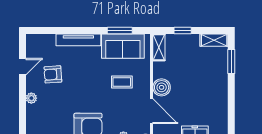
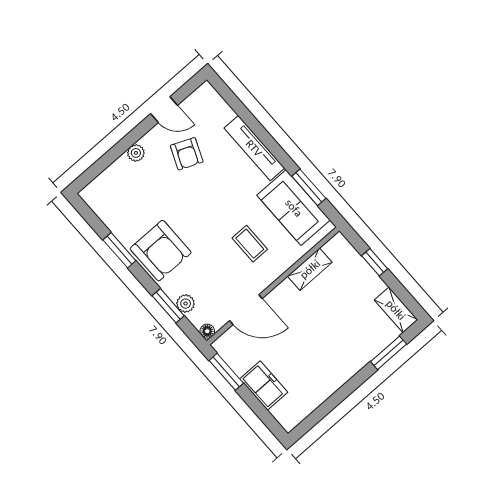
shelving: (159, 47) -> (310, 269), moved
armchair: (53, 74) -> (187, 154), turned -153
boiler: (162, 87) -> (285, 297), removed
door: (151, 111) -> (246, 310), hinge flipped

